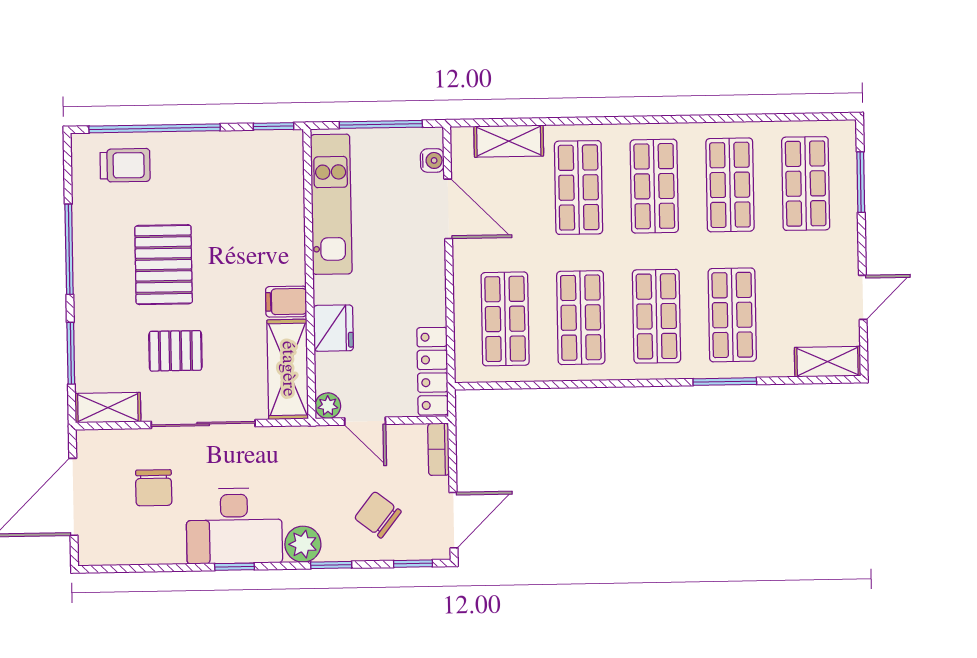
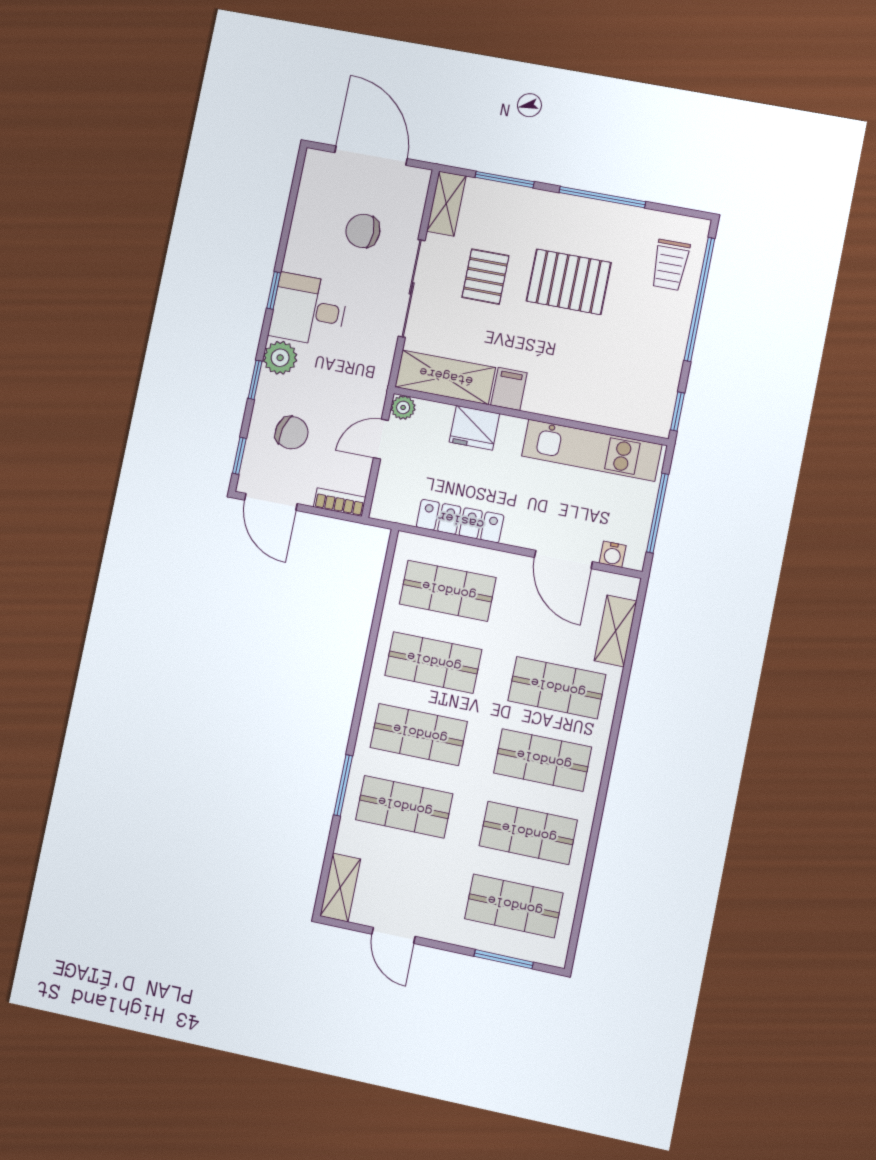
door: (448, 209) -> (563, 559), hinge flipped
locker: (433, 371) -> (460, 521), moved
chair: (378, 515) -> (292, 433), turned 66
desk: (234, 526) -> (309, 310), width x0.73

